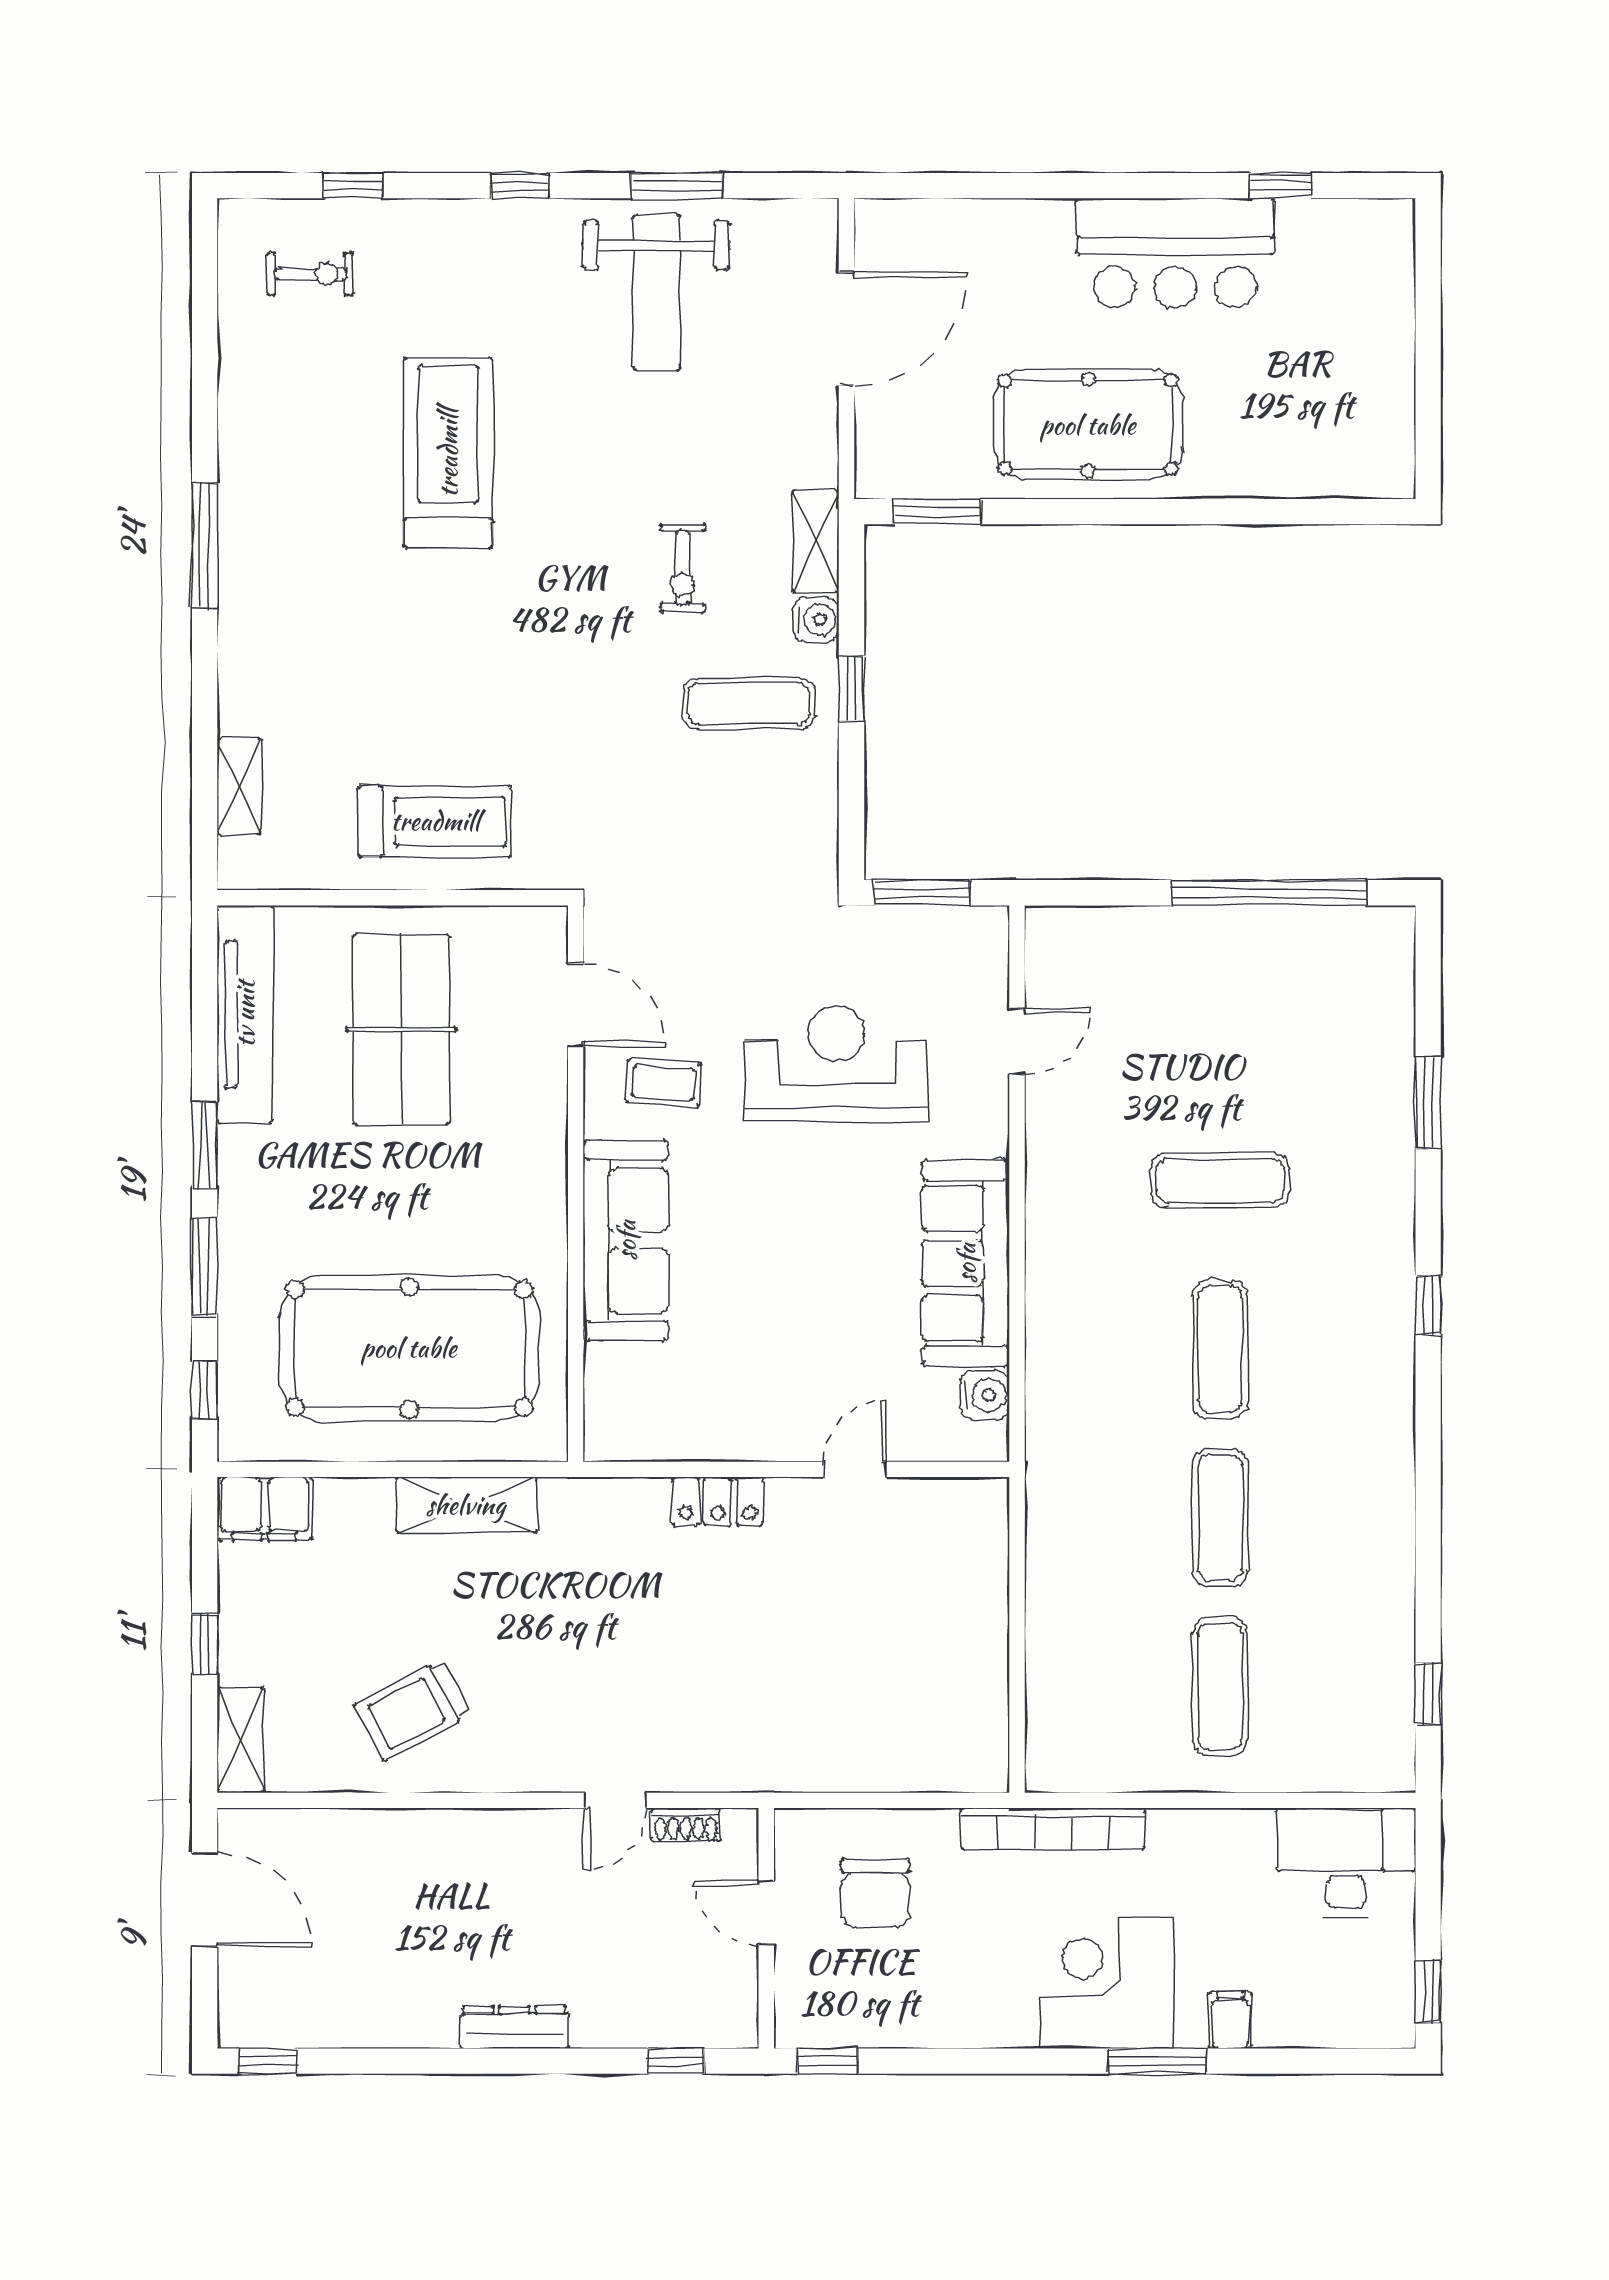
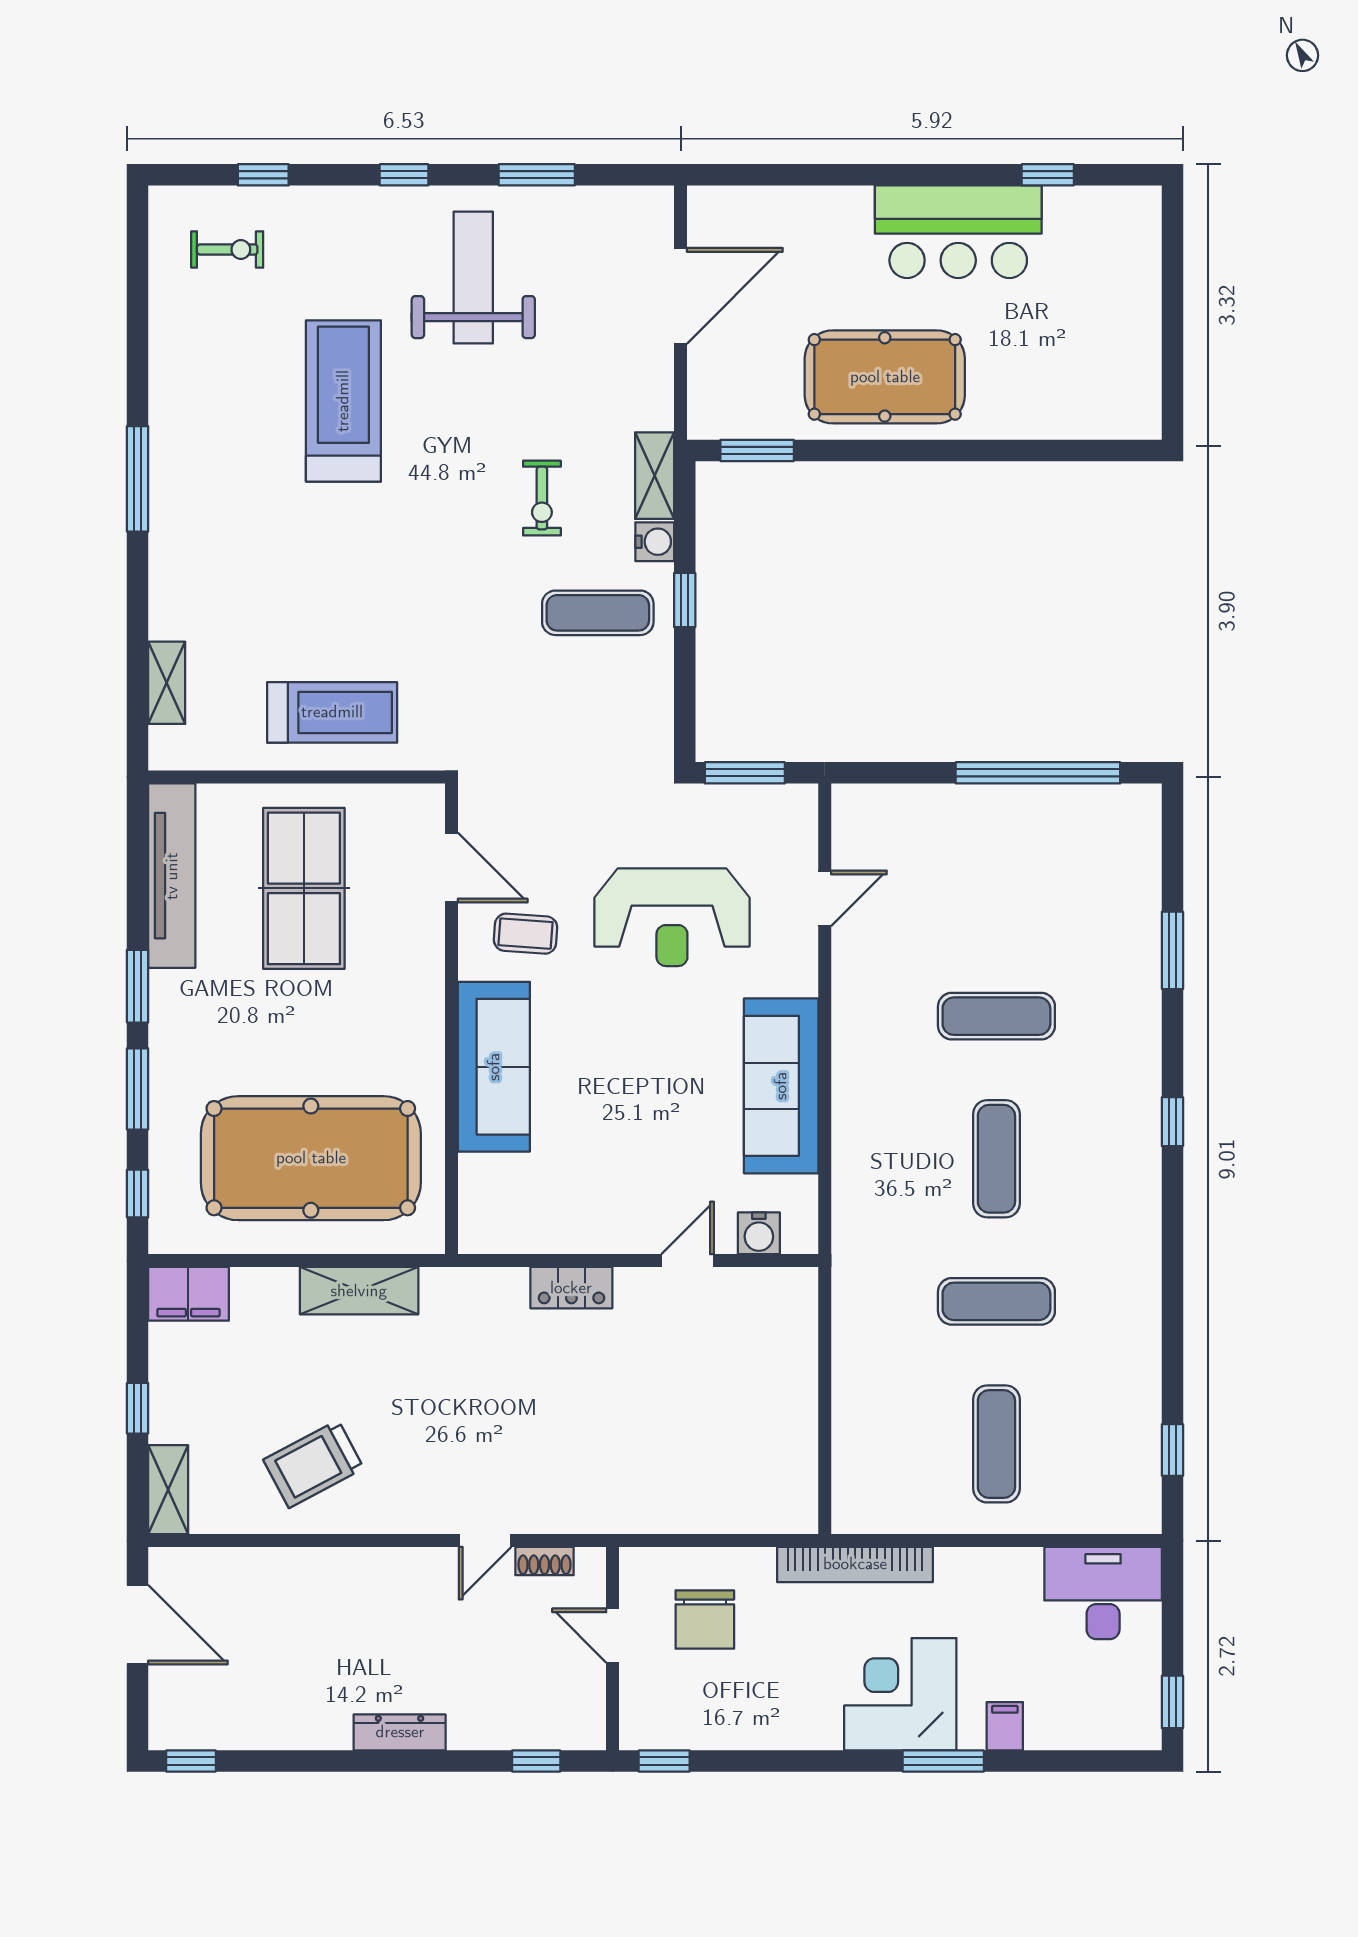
weight bench: (656, 292) -> (473, 278), moved, turned 180
reception desk: (836, 1064) -> (672, 917), turned 180
water cooler: (985, 1395) -> (759, 1233), moved, turned 90
exercise mat: (1220, 1518) -> (996, 1301), turned 90

